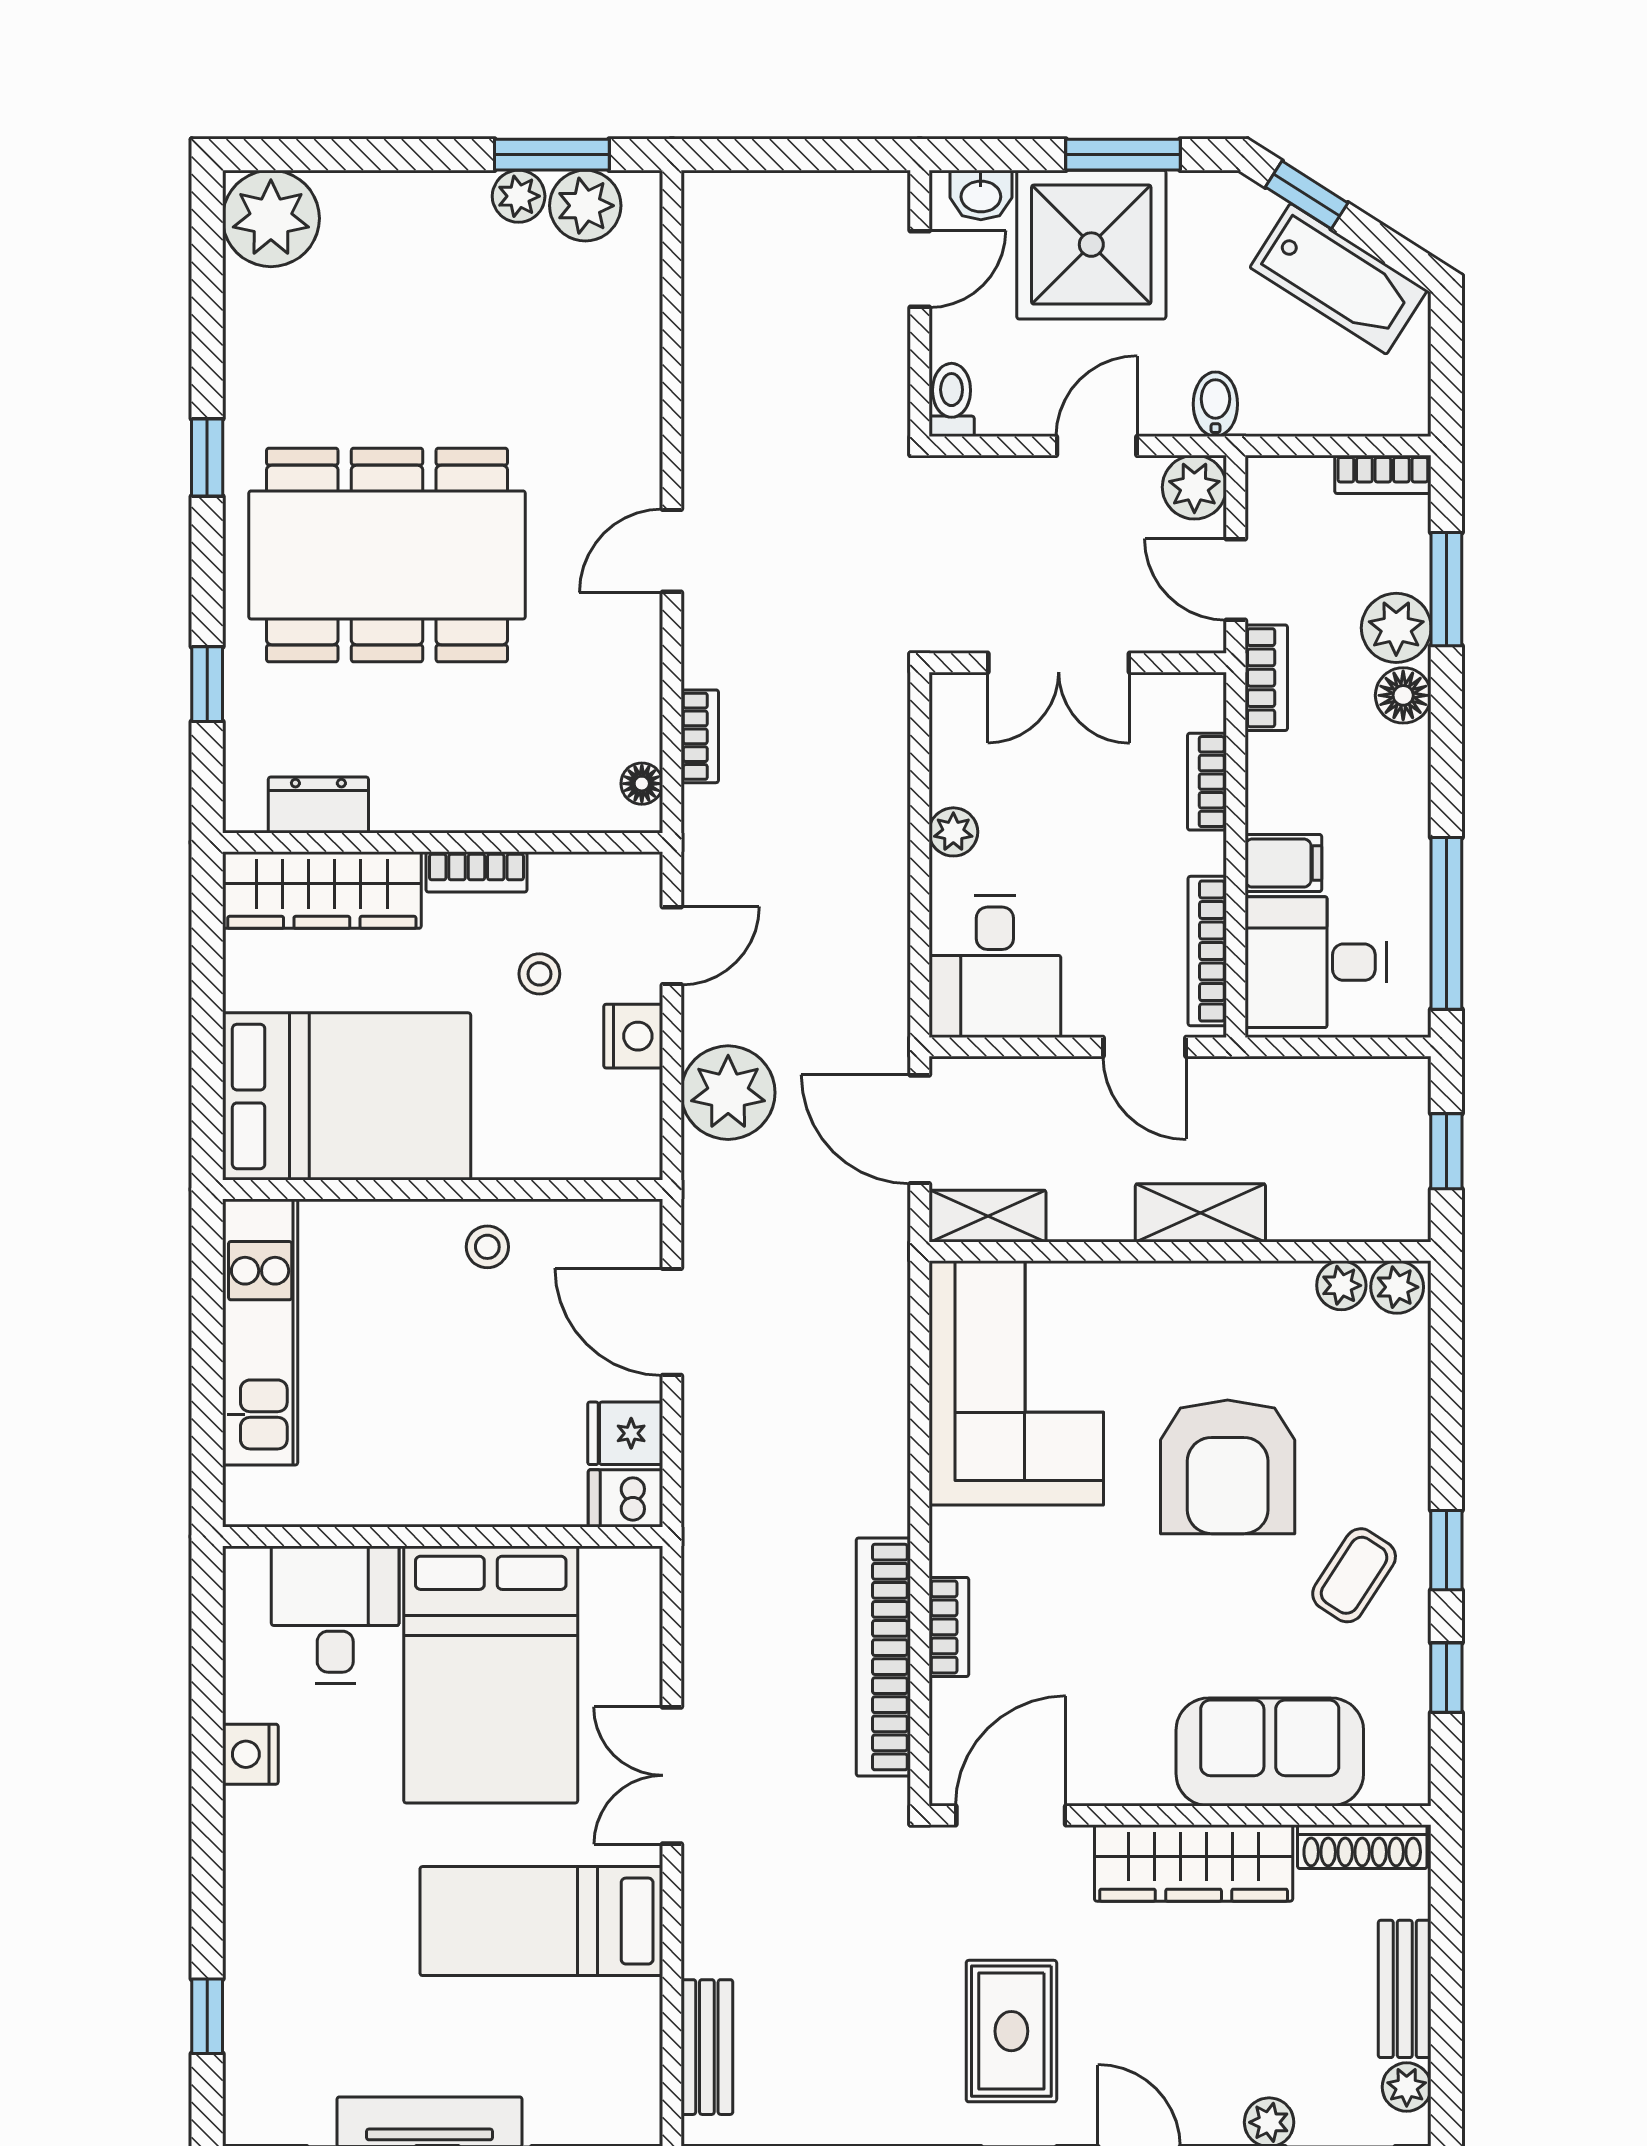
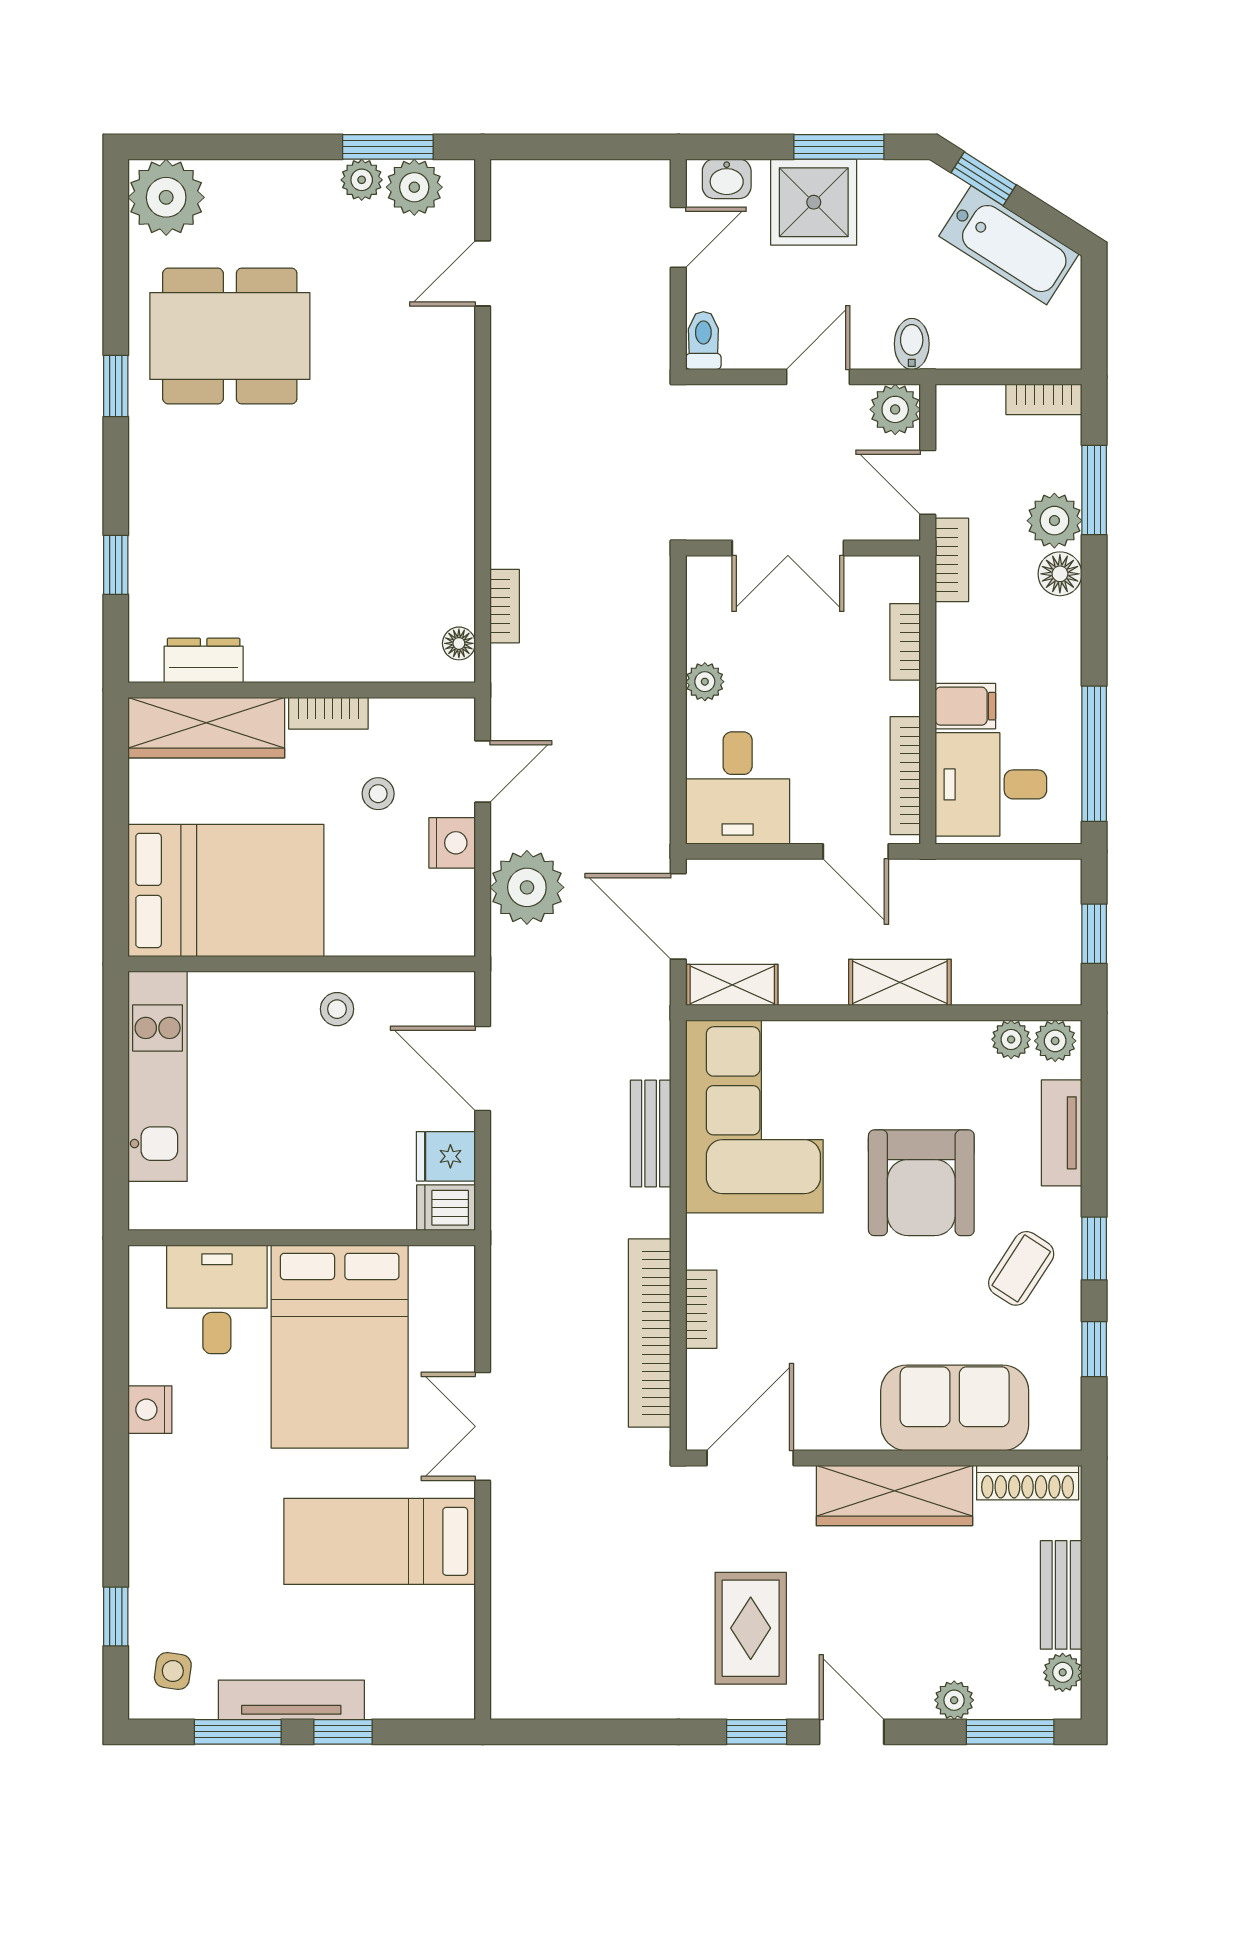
shower: (1091, 245) -> (814, 202), width x0.73, depth x0.73
door: (672, 551) -> (483, 273), moved
dining table: (387, 555) -> (230, 336), moved, width x0.73, depth x0.80
tv unit: (1405, 1403) -> (1062, 1133), added
bench: (707, 2047) -> (651, 1134), moved
side table: (279, 2085) -> (173, 1671), added

